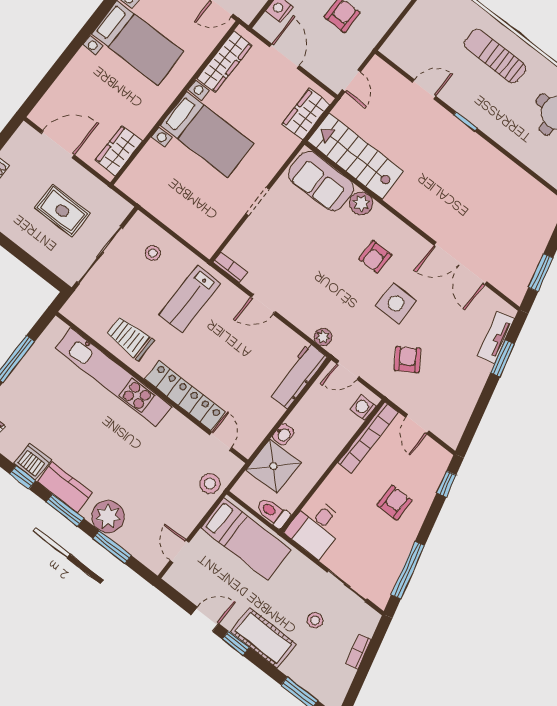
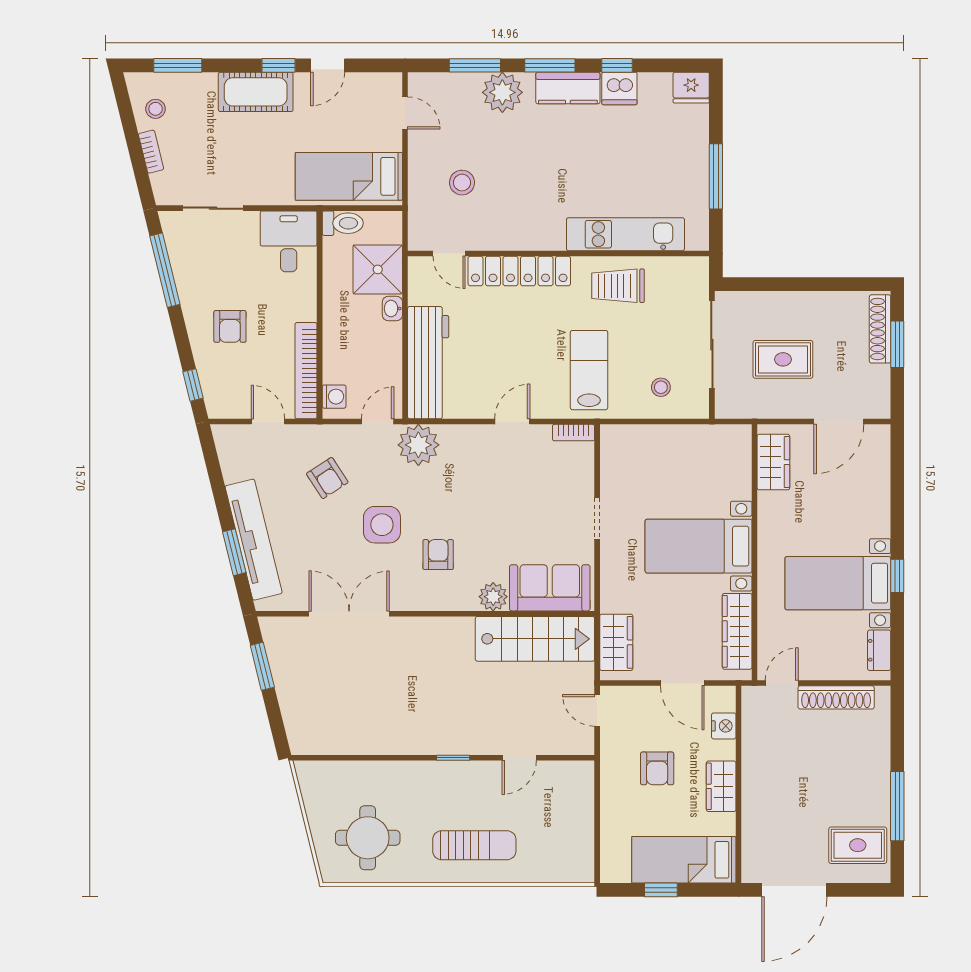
window: (96, 18) -> (897, 576), added
plant: (323, 337) -> (418, 445), width x1.88, depth x1.88
tv unit: (496, 337) -> (254, 540), width x1.92, depth x1.29
trolley: (130, 338) -> (618, 286), turned 180
workbench: (298, 376) -> (428, 363), width x1.36, depth x1.32
kitchen unit: (114, 377) -> (625, 234), width x0.73
stool: (210, 483) -> (462, 183), moved
stool: (315, 620) -> (156, 109), moved

